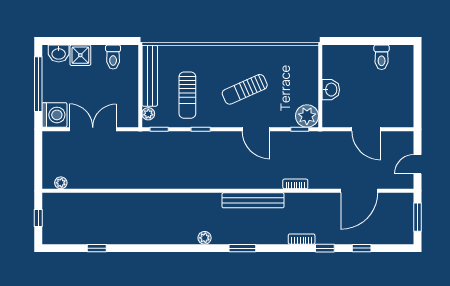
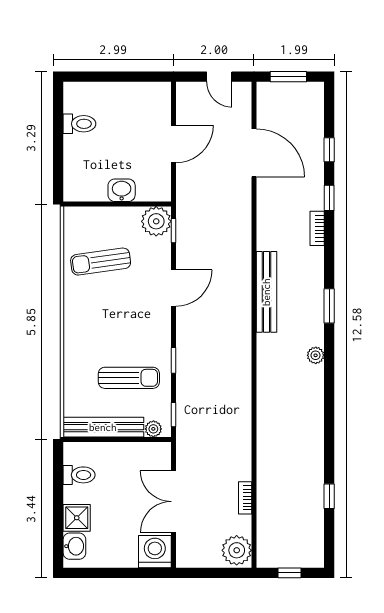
window: (38, 84) -> (115, 573), removed
sun lounger: (245, 89) -> (101, 262), moved, turned 106
plant: (61, 183) -> (237, 550), width x1.88, depth x1.88
bookcase: (295, 184) -> (245, 498), moved

